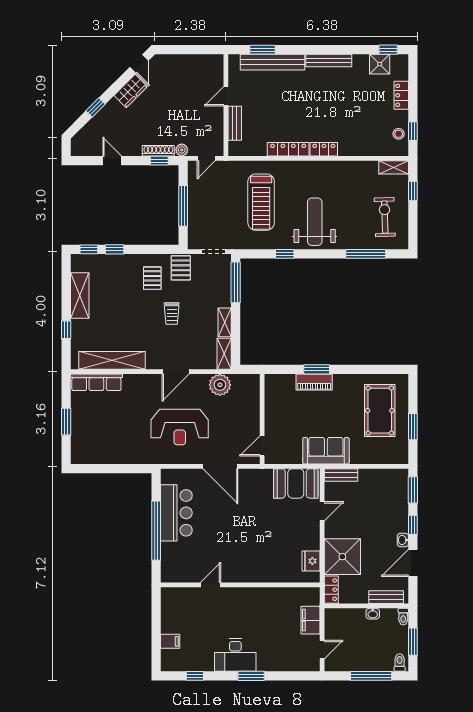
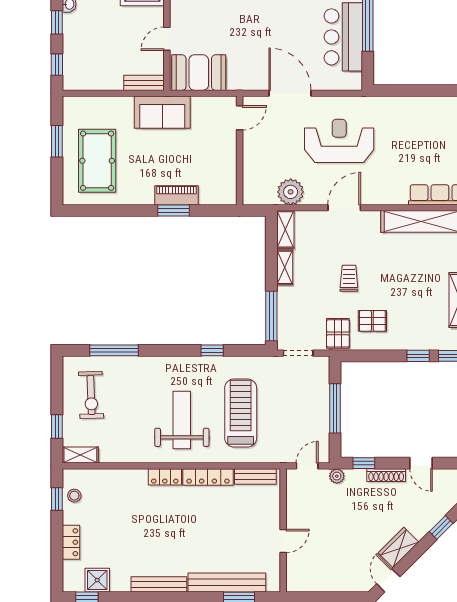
bench: (235, 123) -> (255, 476), moved, turned 90
shoe rack: (158, 151) -> (386, 475), moved
weight bench: (315, 222) -> (182, 420), moved, turned 180
pallet: (152, 278) -> (372, 321), turned 90
window: (413, 490) -> (57, 65), width x0.67

